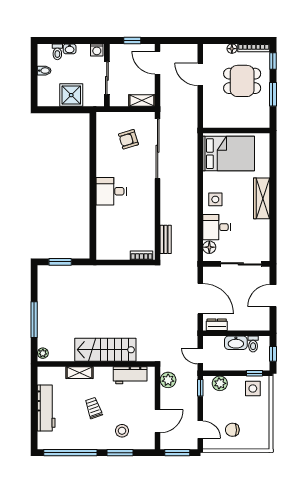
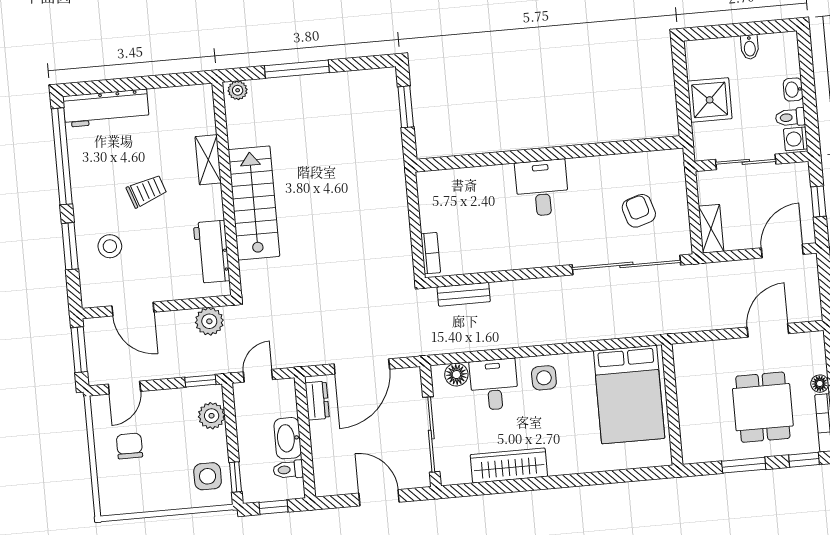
toilet: (57, 52) -> (790, 117), moved
wardrobe: (262, 198) -> (509, 465), moved
workbench: (46, 408) -> (106, 108), moved

